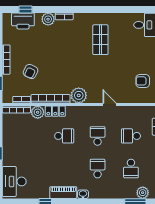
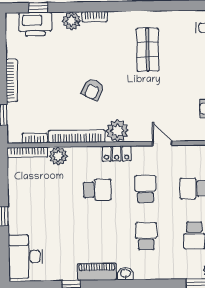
armchair: (31, 72) -> (93, 89), moved
locker: (55, 111) -> (117, 154), moved

